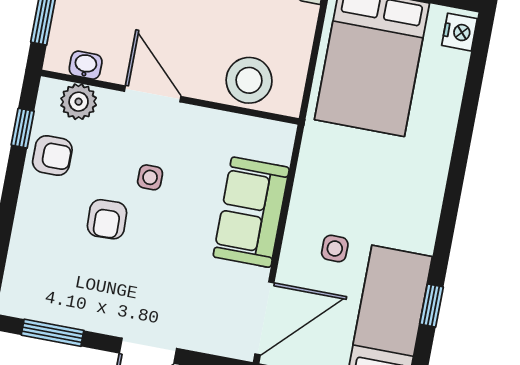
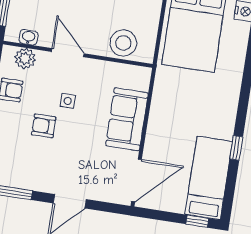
armchair: (107, 219) -> (44, 126), turned 92
side table: (335, 249) -> (176, 139), removed
window: (431, 306) -> (236, 148), moved

